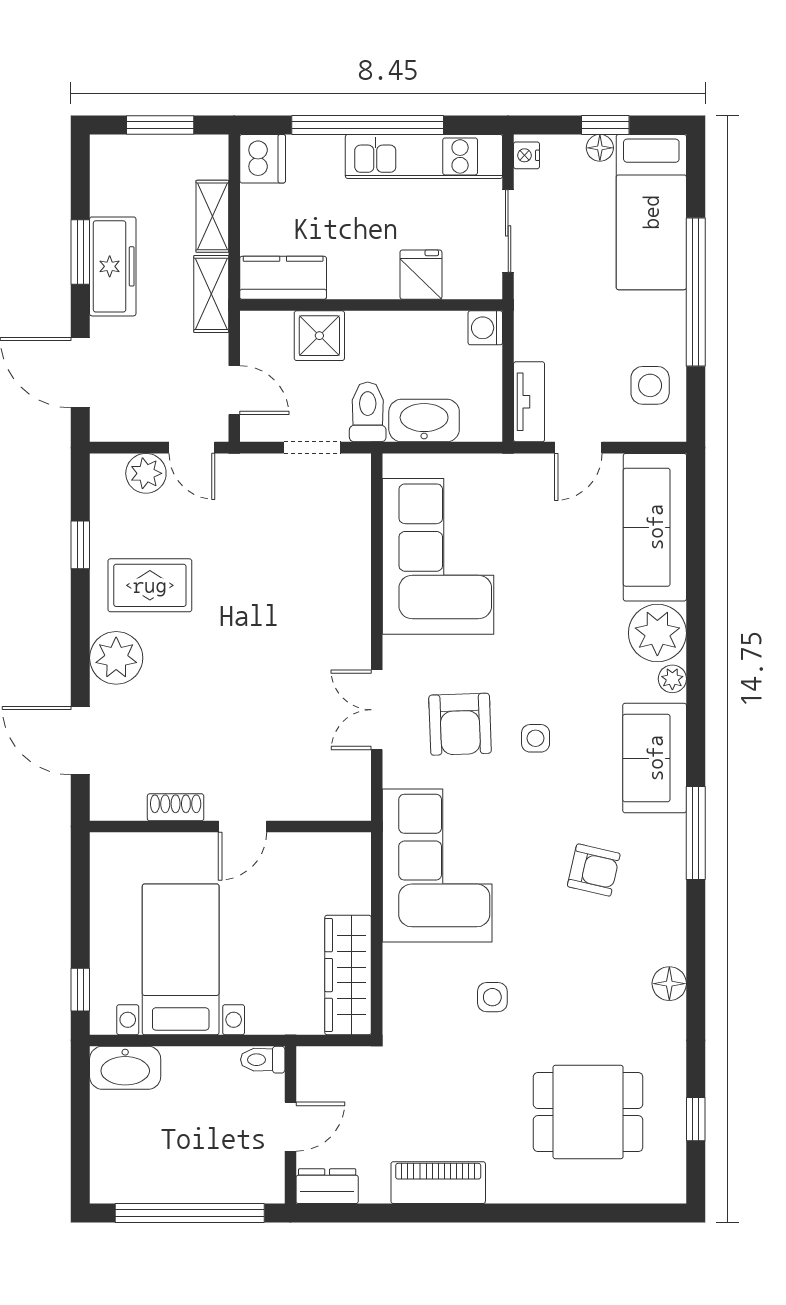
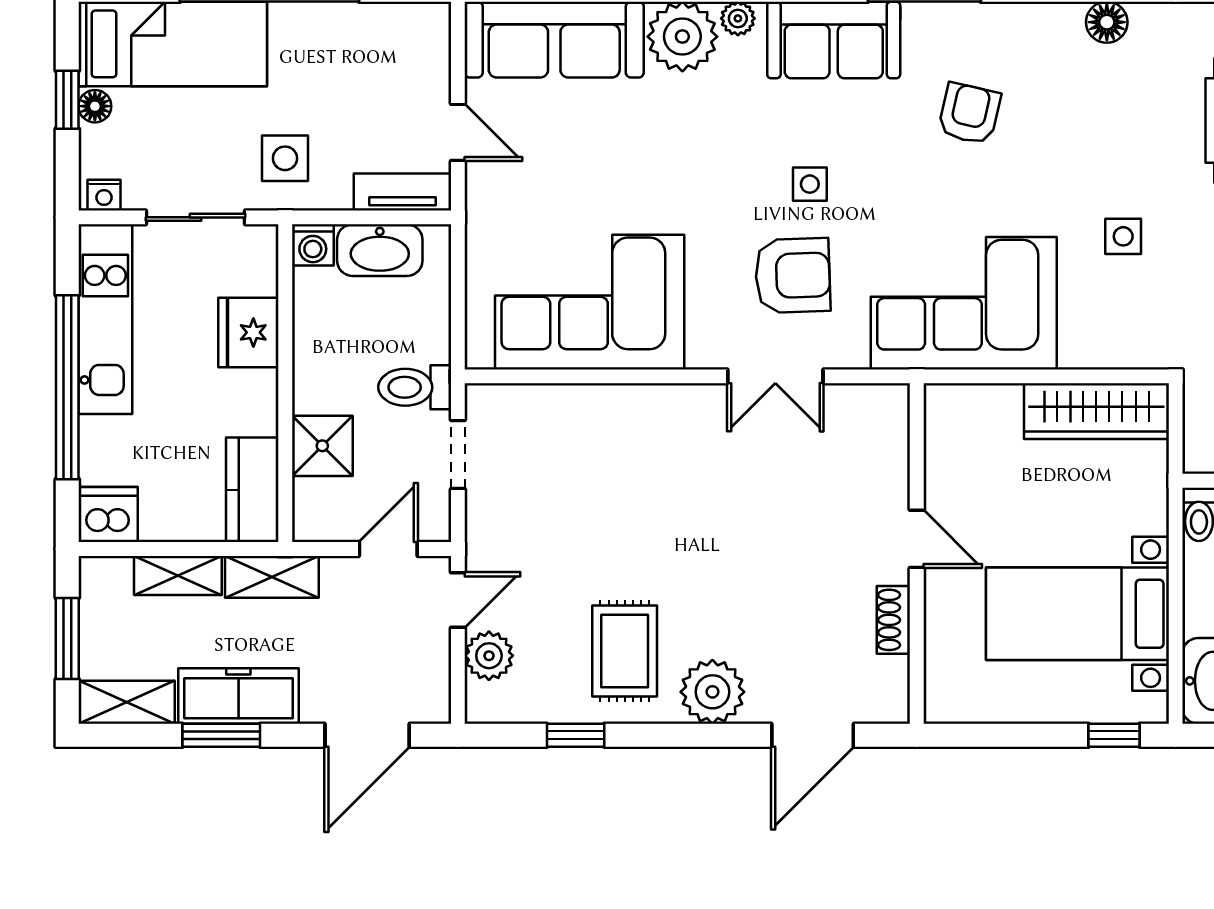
shelving: (108, 174) -> (127, 702), added
fridge: (421, 275) -> (248, 332), width x1.38
side table: (650, 385) -> (285, 158), moved
washbasin: (424, 421) -> (380, 250), moved, turned -90

